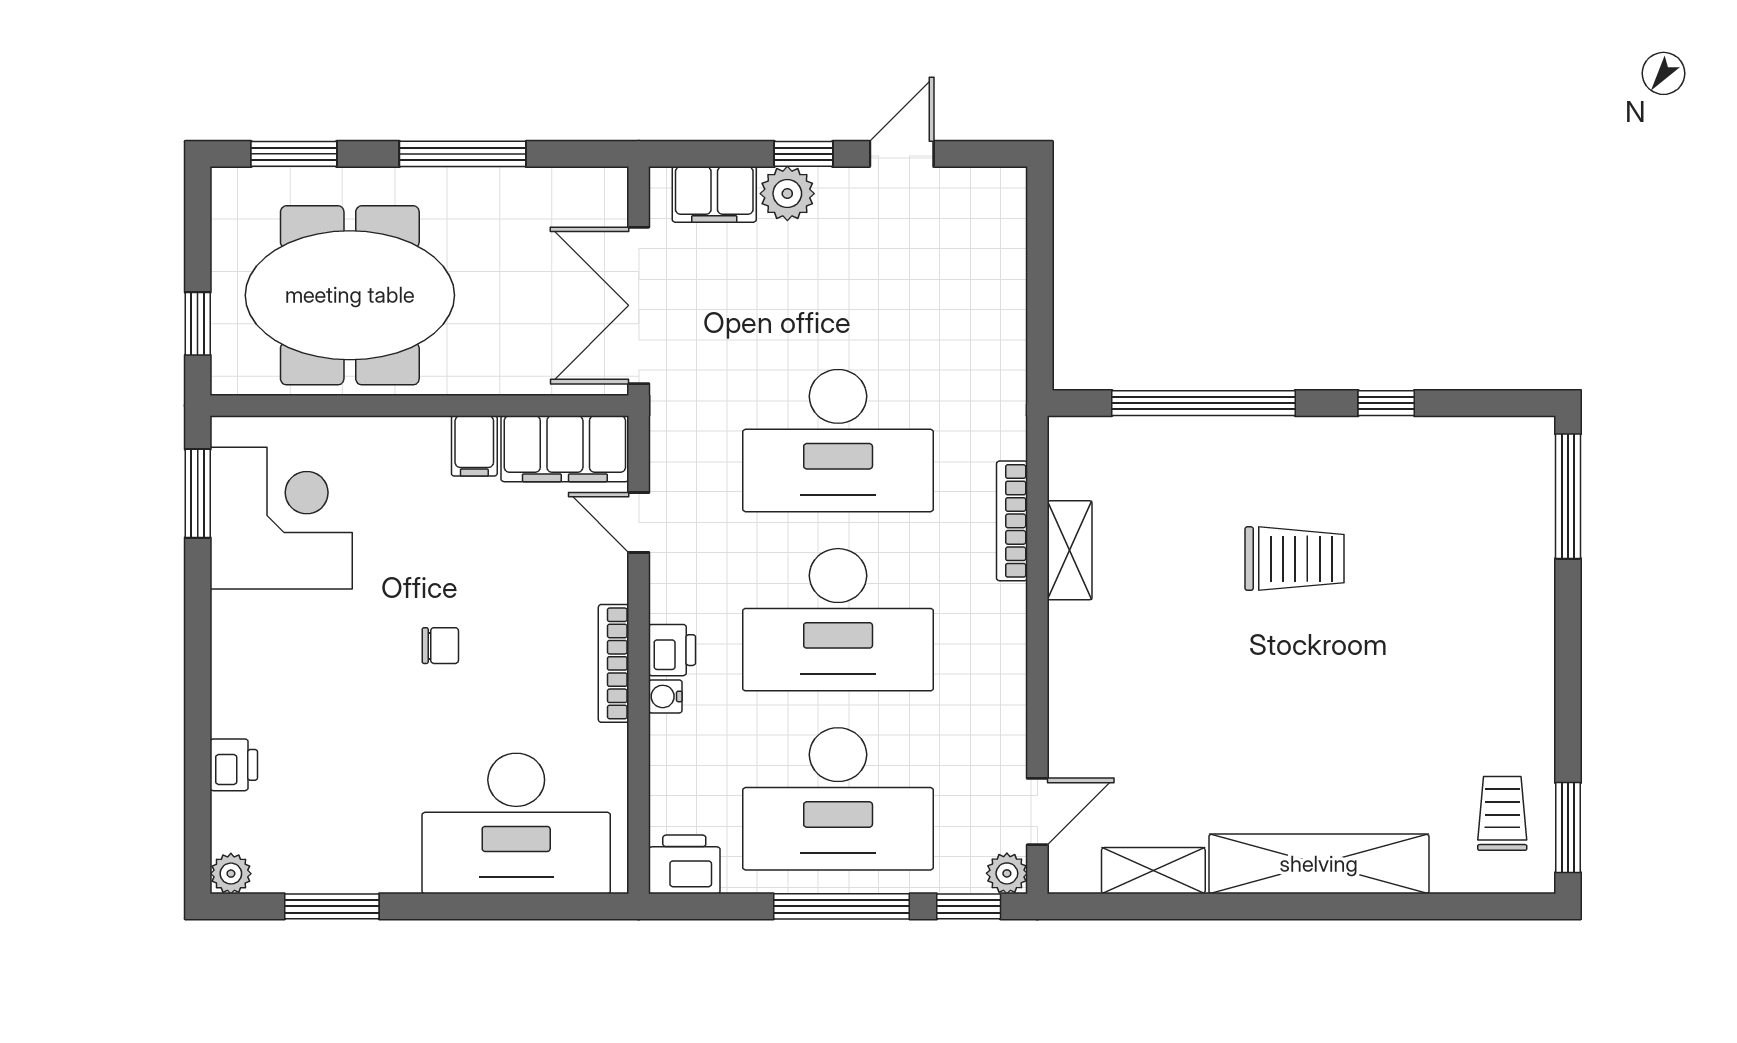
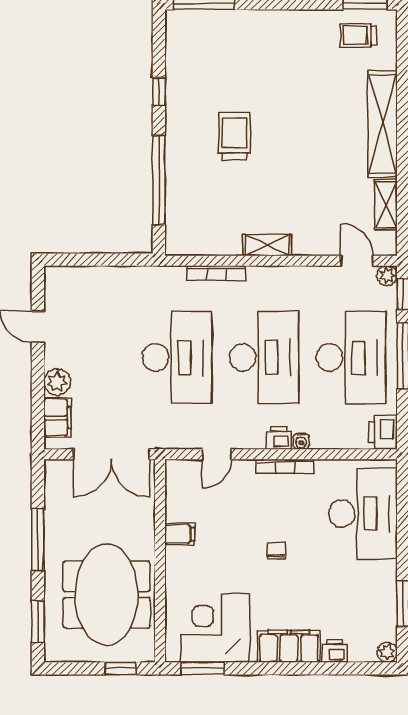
window: (804, 154) -> (38, 374), removed
filing cabinet: (565, 449) -> (289, 646), moved, turned -90
shelving: (1070, 550) -> (267, 245), moved

